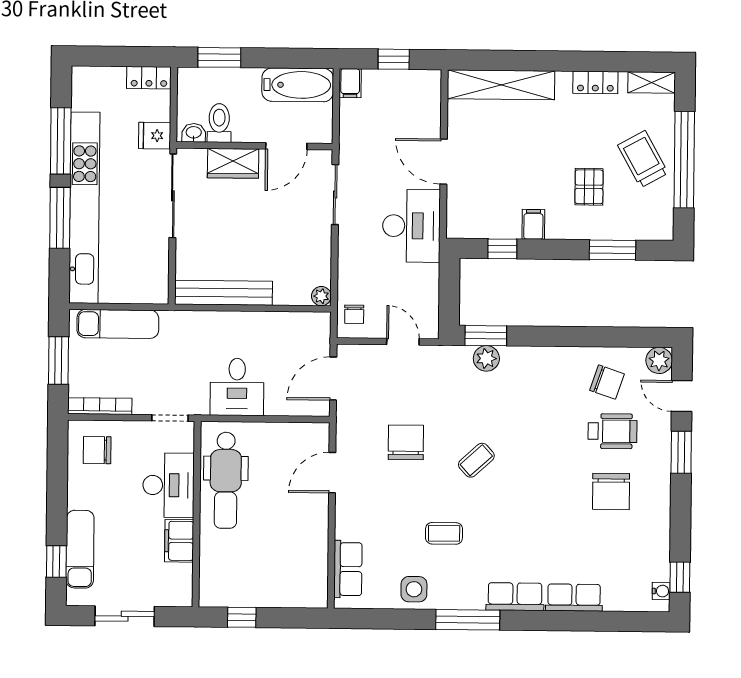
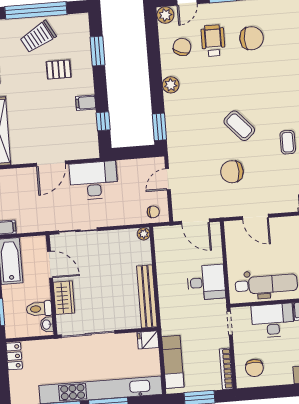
fridge: (155, 136) -> (148, 340), moved, turned 90
plant: (486, 358) -> (171, 85), moved
coffee table: (476, 460) -> (239, 126), width x1.36, depth x1.30

